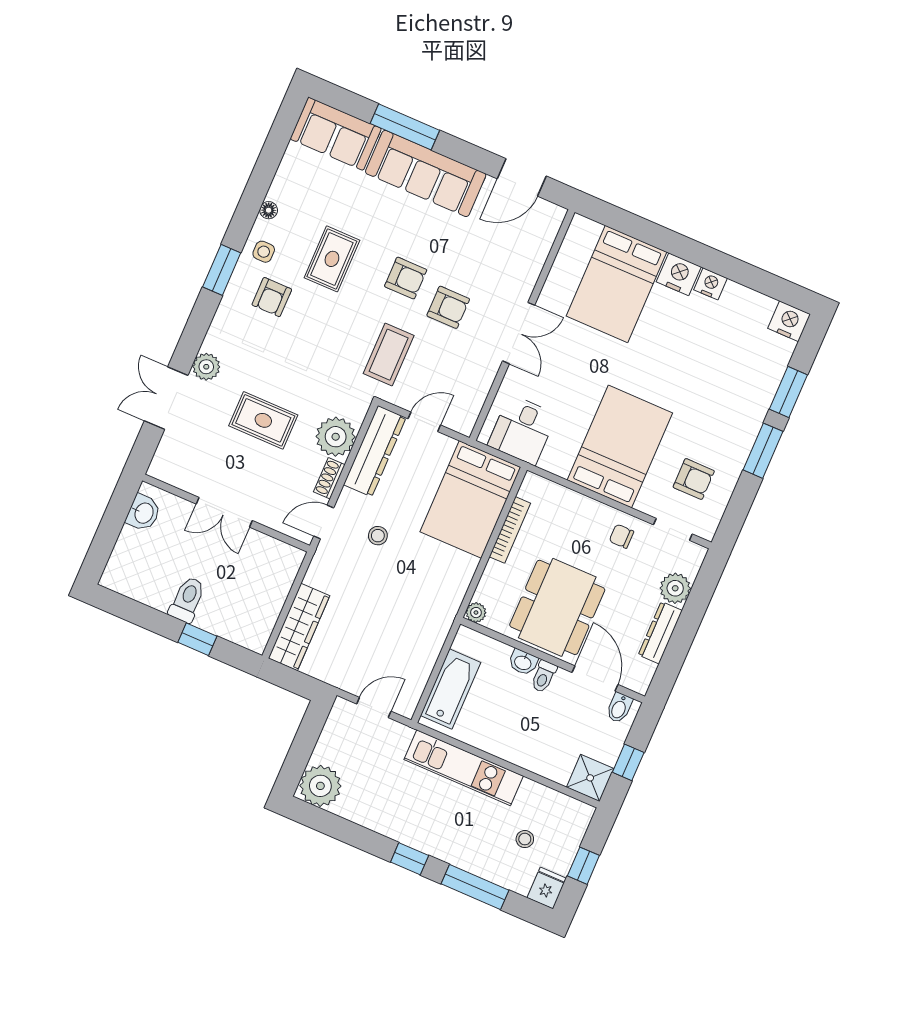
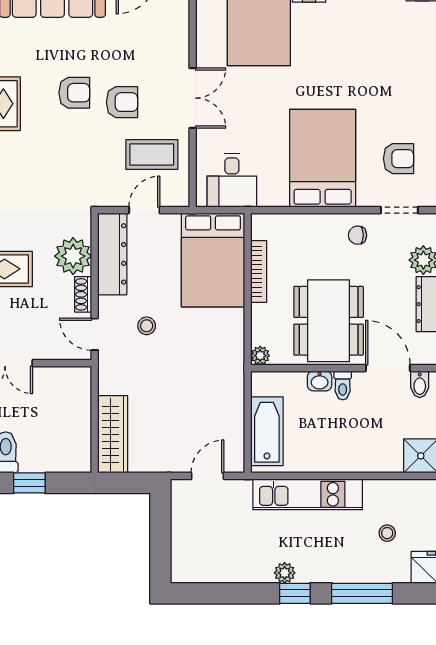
coffee table: (389, 355) -> (152, 155), moved, turned 90
door: (324, 522) -> (95, 334), hinge flipped
plant: (320, 786) -> (285, 573), moved, width x0.53, depth x0.53

